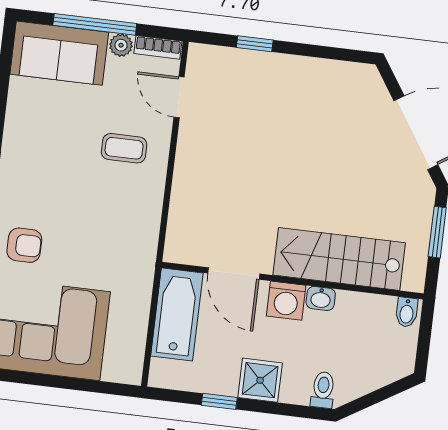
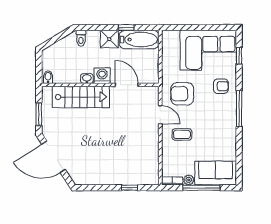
door: (179, 97) -> (160, 115), moved
armchair: (113, 239) -> (182, 94), added
armchair: (24, 245) -> (221, 86), turned 180
bathtub: (177, 314) -> (139, 40), moved, turned -90

